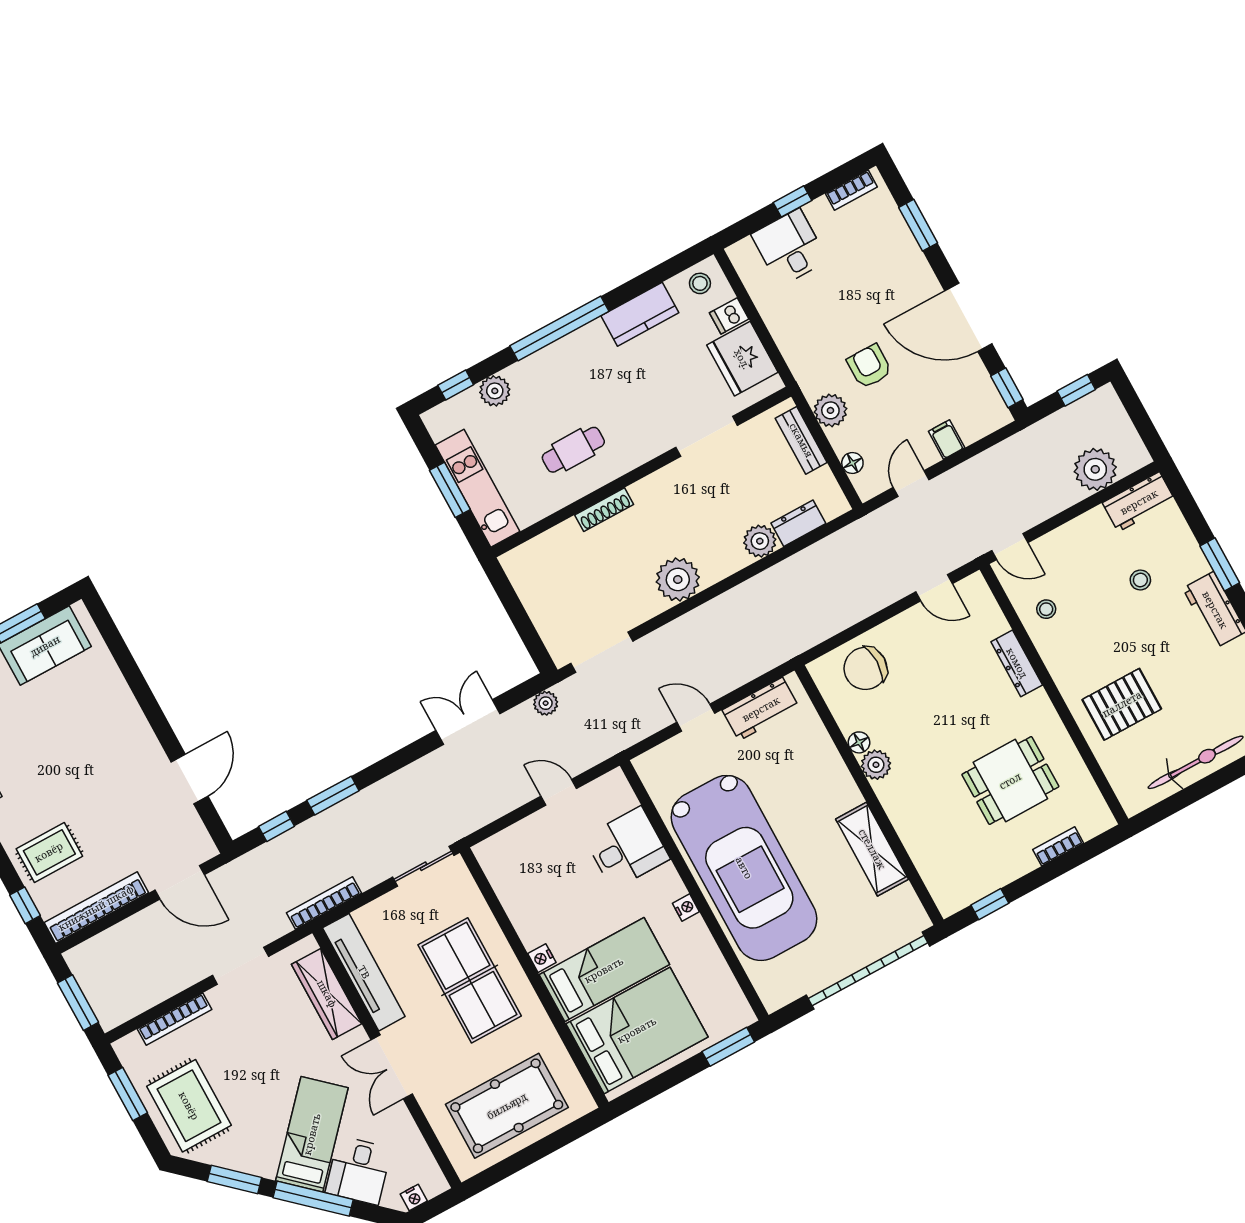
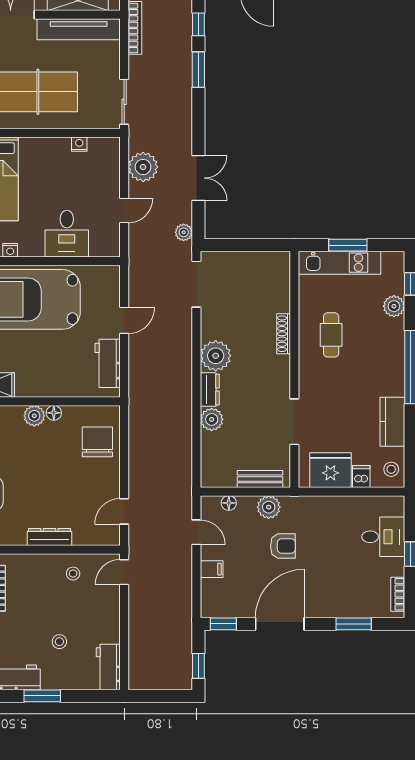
plant: (1095, 469) -> (143, 167), moved
dresser: (798, 523) -> (210, 390), moved
nightstand: (542, 958) -> (79, 144), moved

